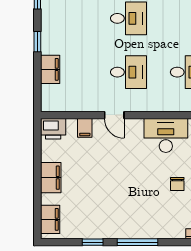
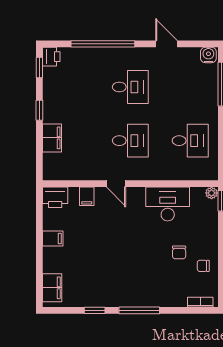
filing cabinet: (51, 178) -> (53, 239), width x0.50

